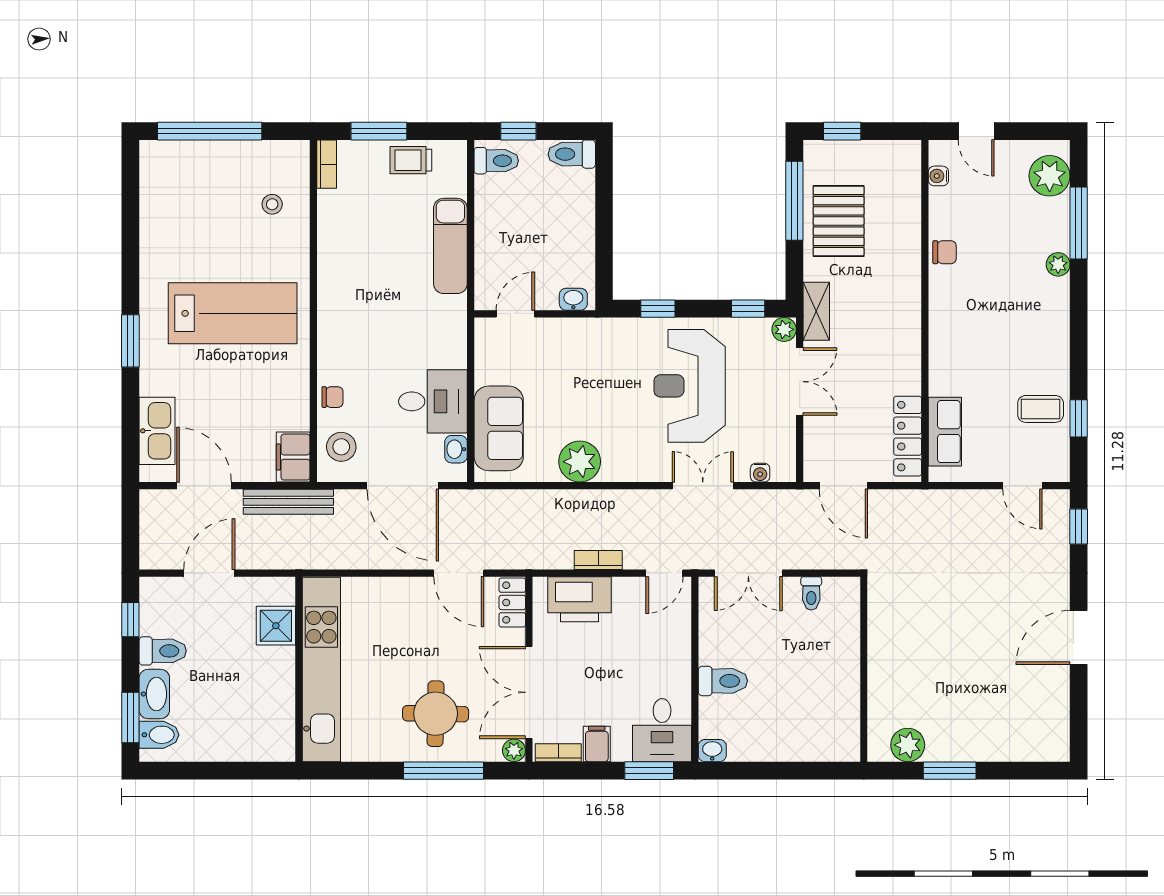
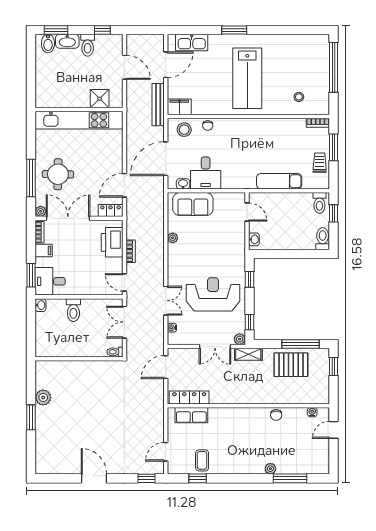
plant: (1050, 176) -> (312, 465), removed
plant: (580, 462) -> (173, 238), width x0.53, depth x0.53
wall: (864, 669) -> (79, 359), moved

